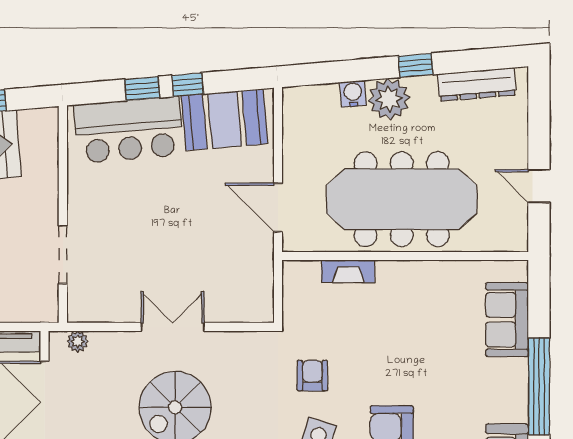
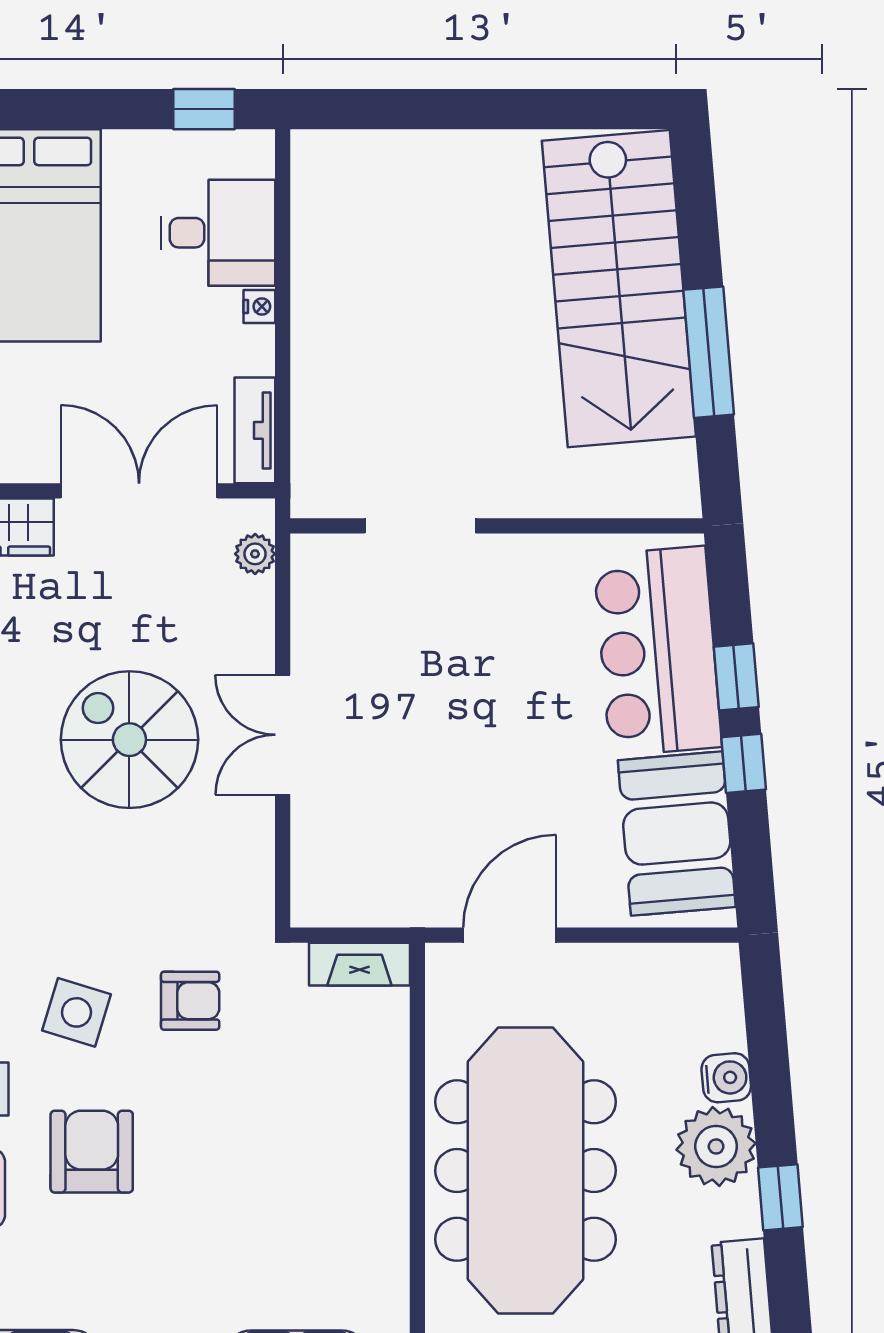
fireplace: (348, 271) -> (359, 964), moved, turned -90
double door: (173, 327) -> (283, 735), swing flipped

